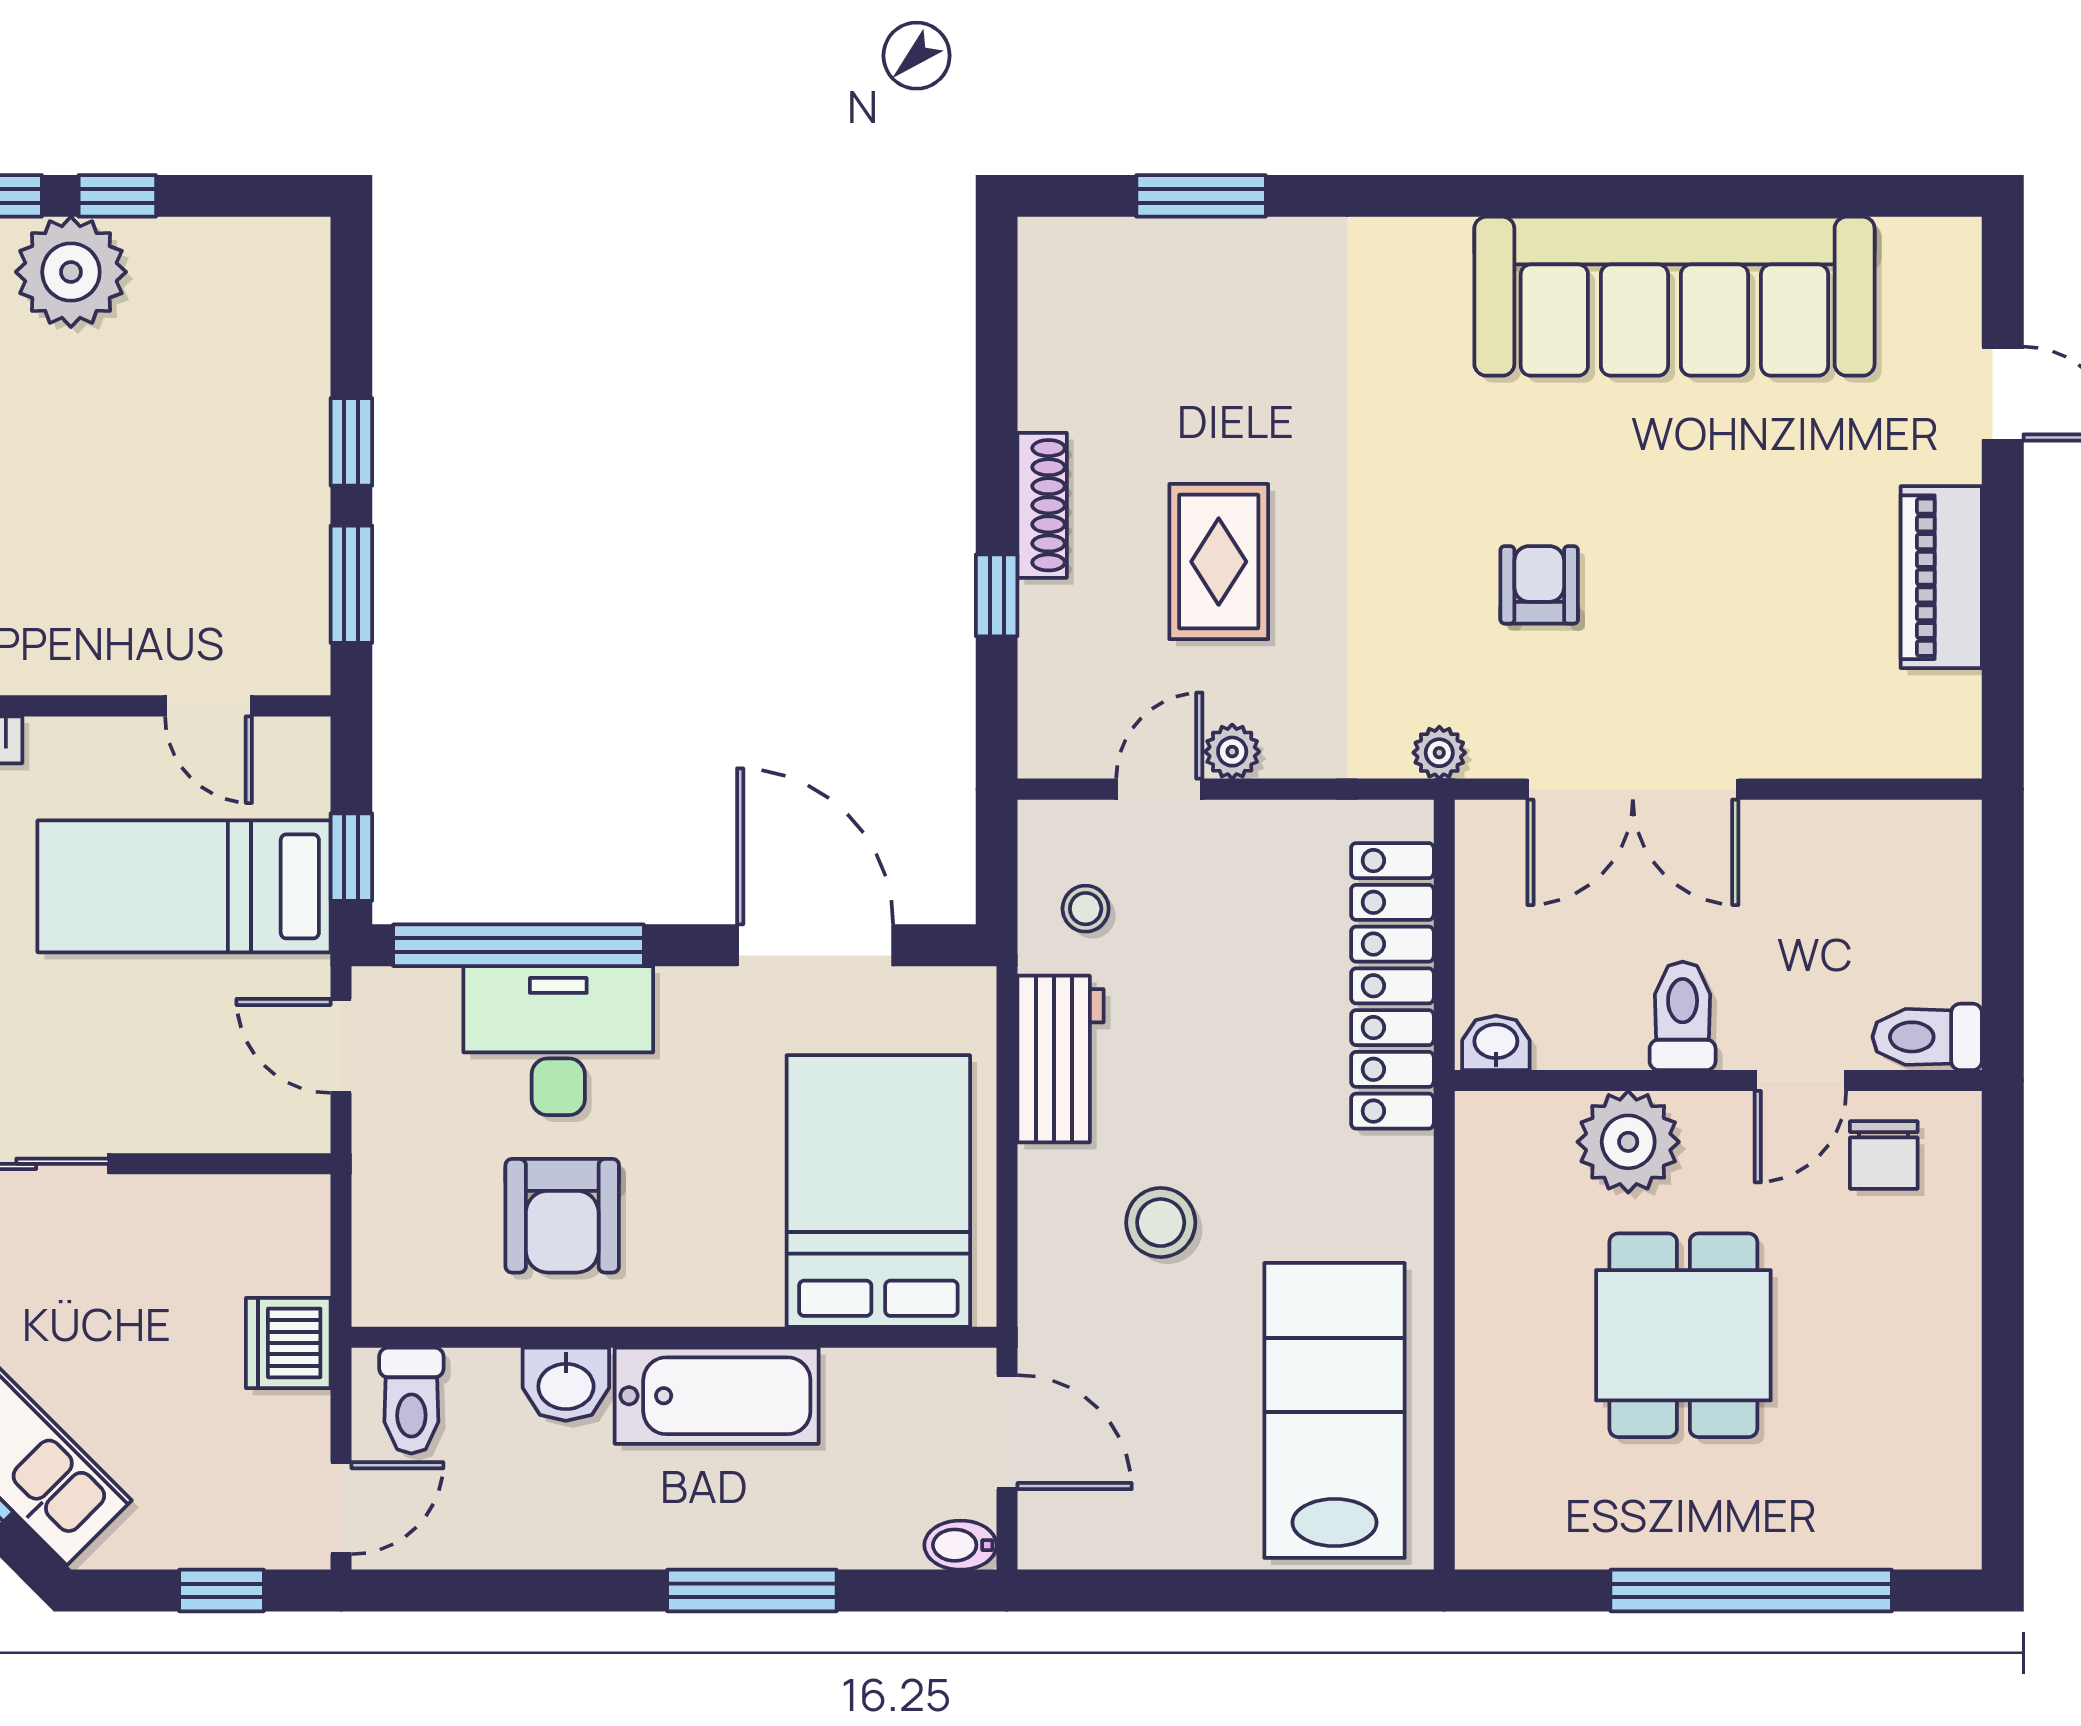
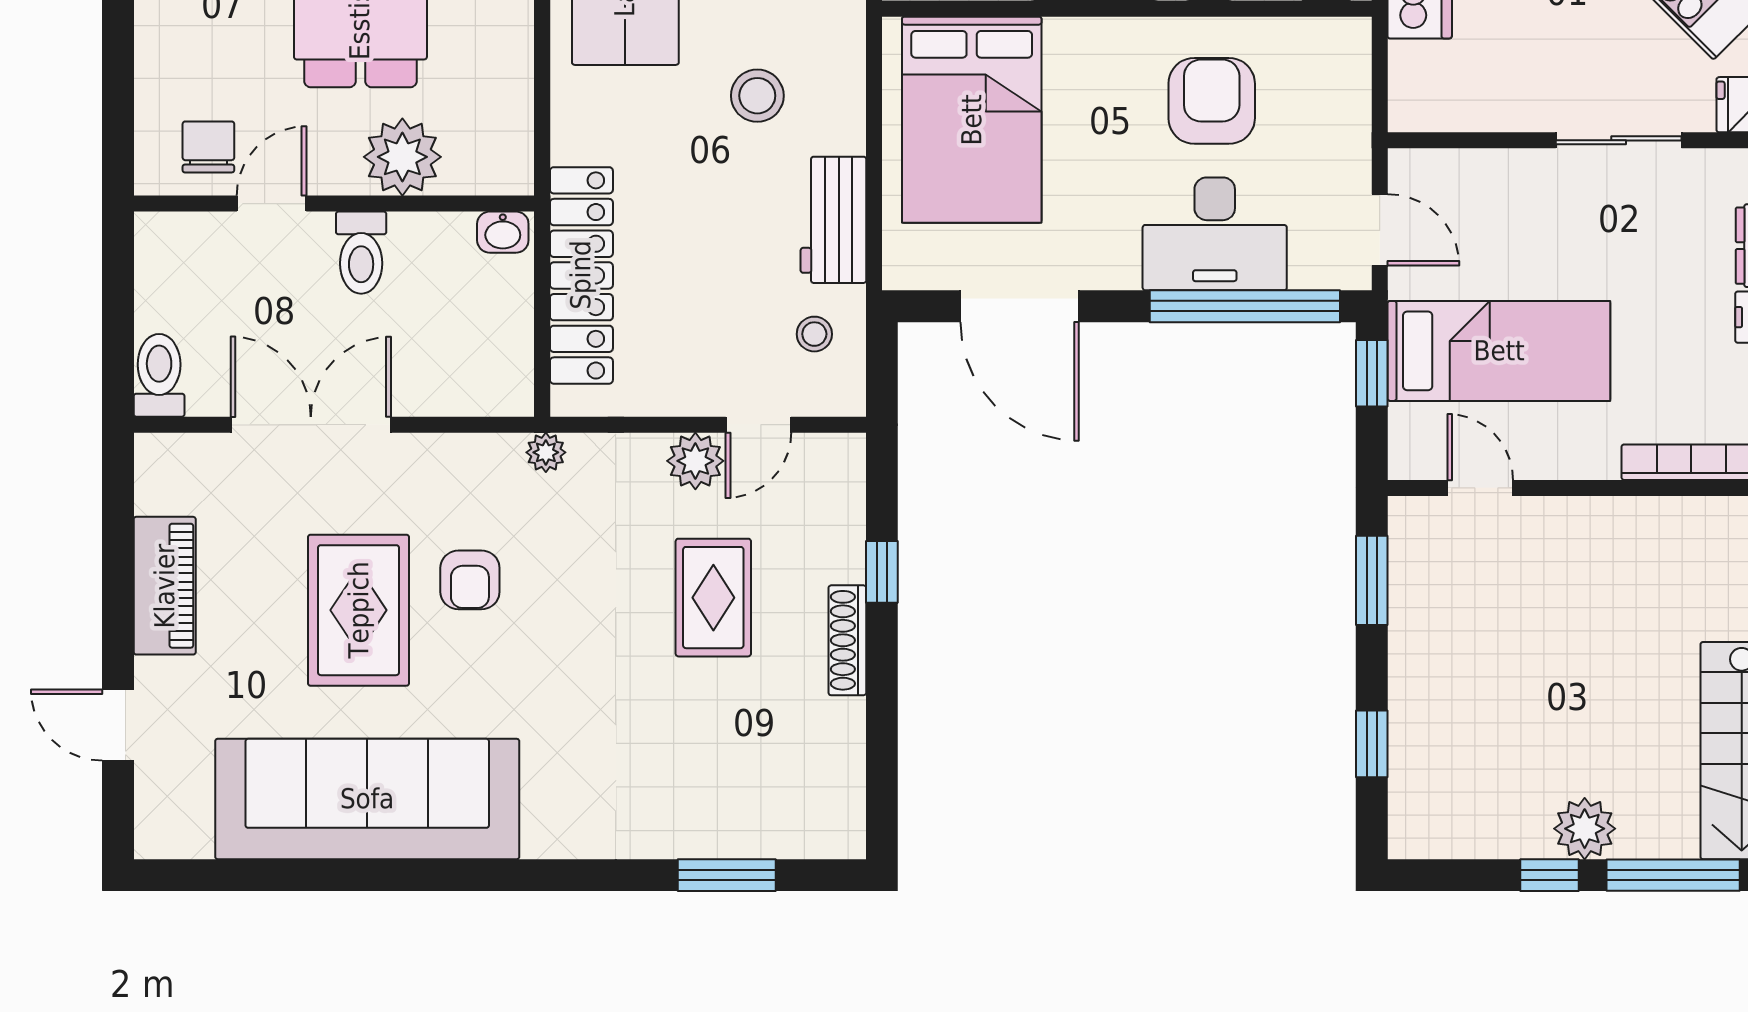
plant: (71, 272) -> (1585, 829), width x0.73, depth x0.73
window: (351, 442) -> (1372, 744), moved
rug: (1686, 545) -> (359, 610), added
plant: (1232, 752) -> (695, 461), width x1.38, depth x1.38
double door: (1633, 789) -> (311, 425), moved
toilet: (1927, 1037) -> (159, 375), moved, turned -90

